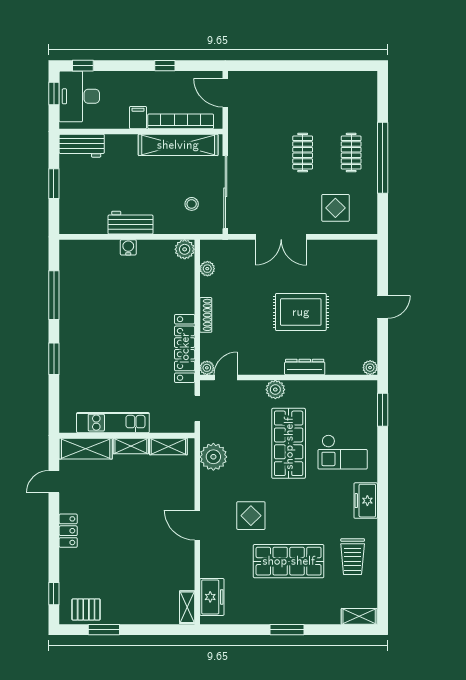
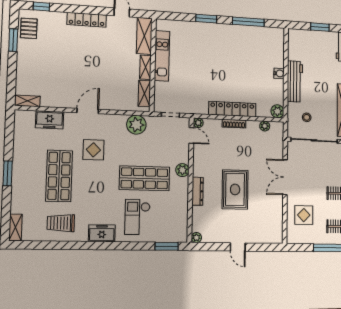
workbench: (131, 223) -> (295, 81), width x1.38
locker: (185, 348) -> (232, 109), moved
locker: (68, 531) -> (87, 20), width x1.53
freezer: (212, 597) -> (50, 120), moved

